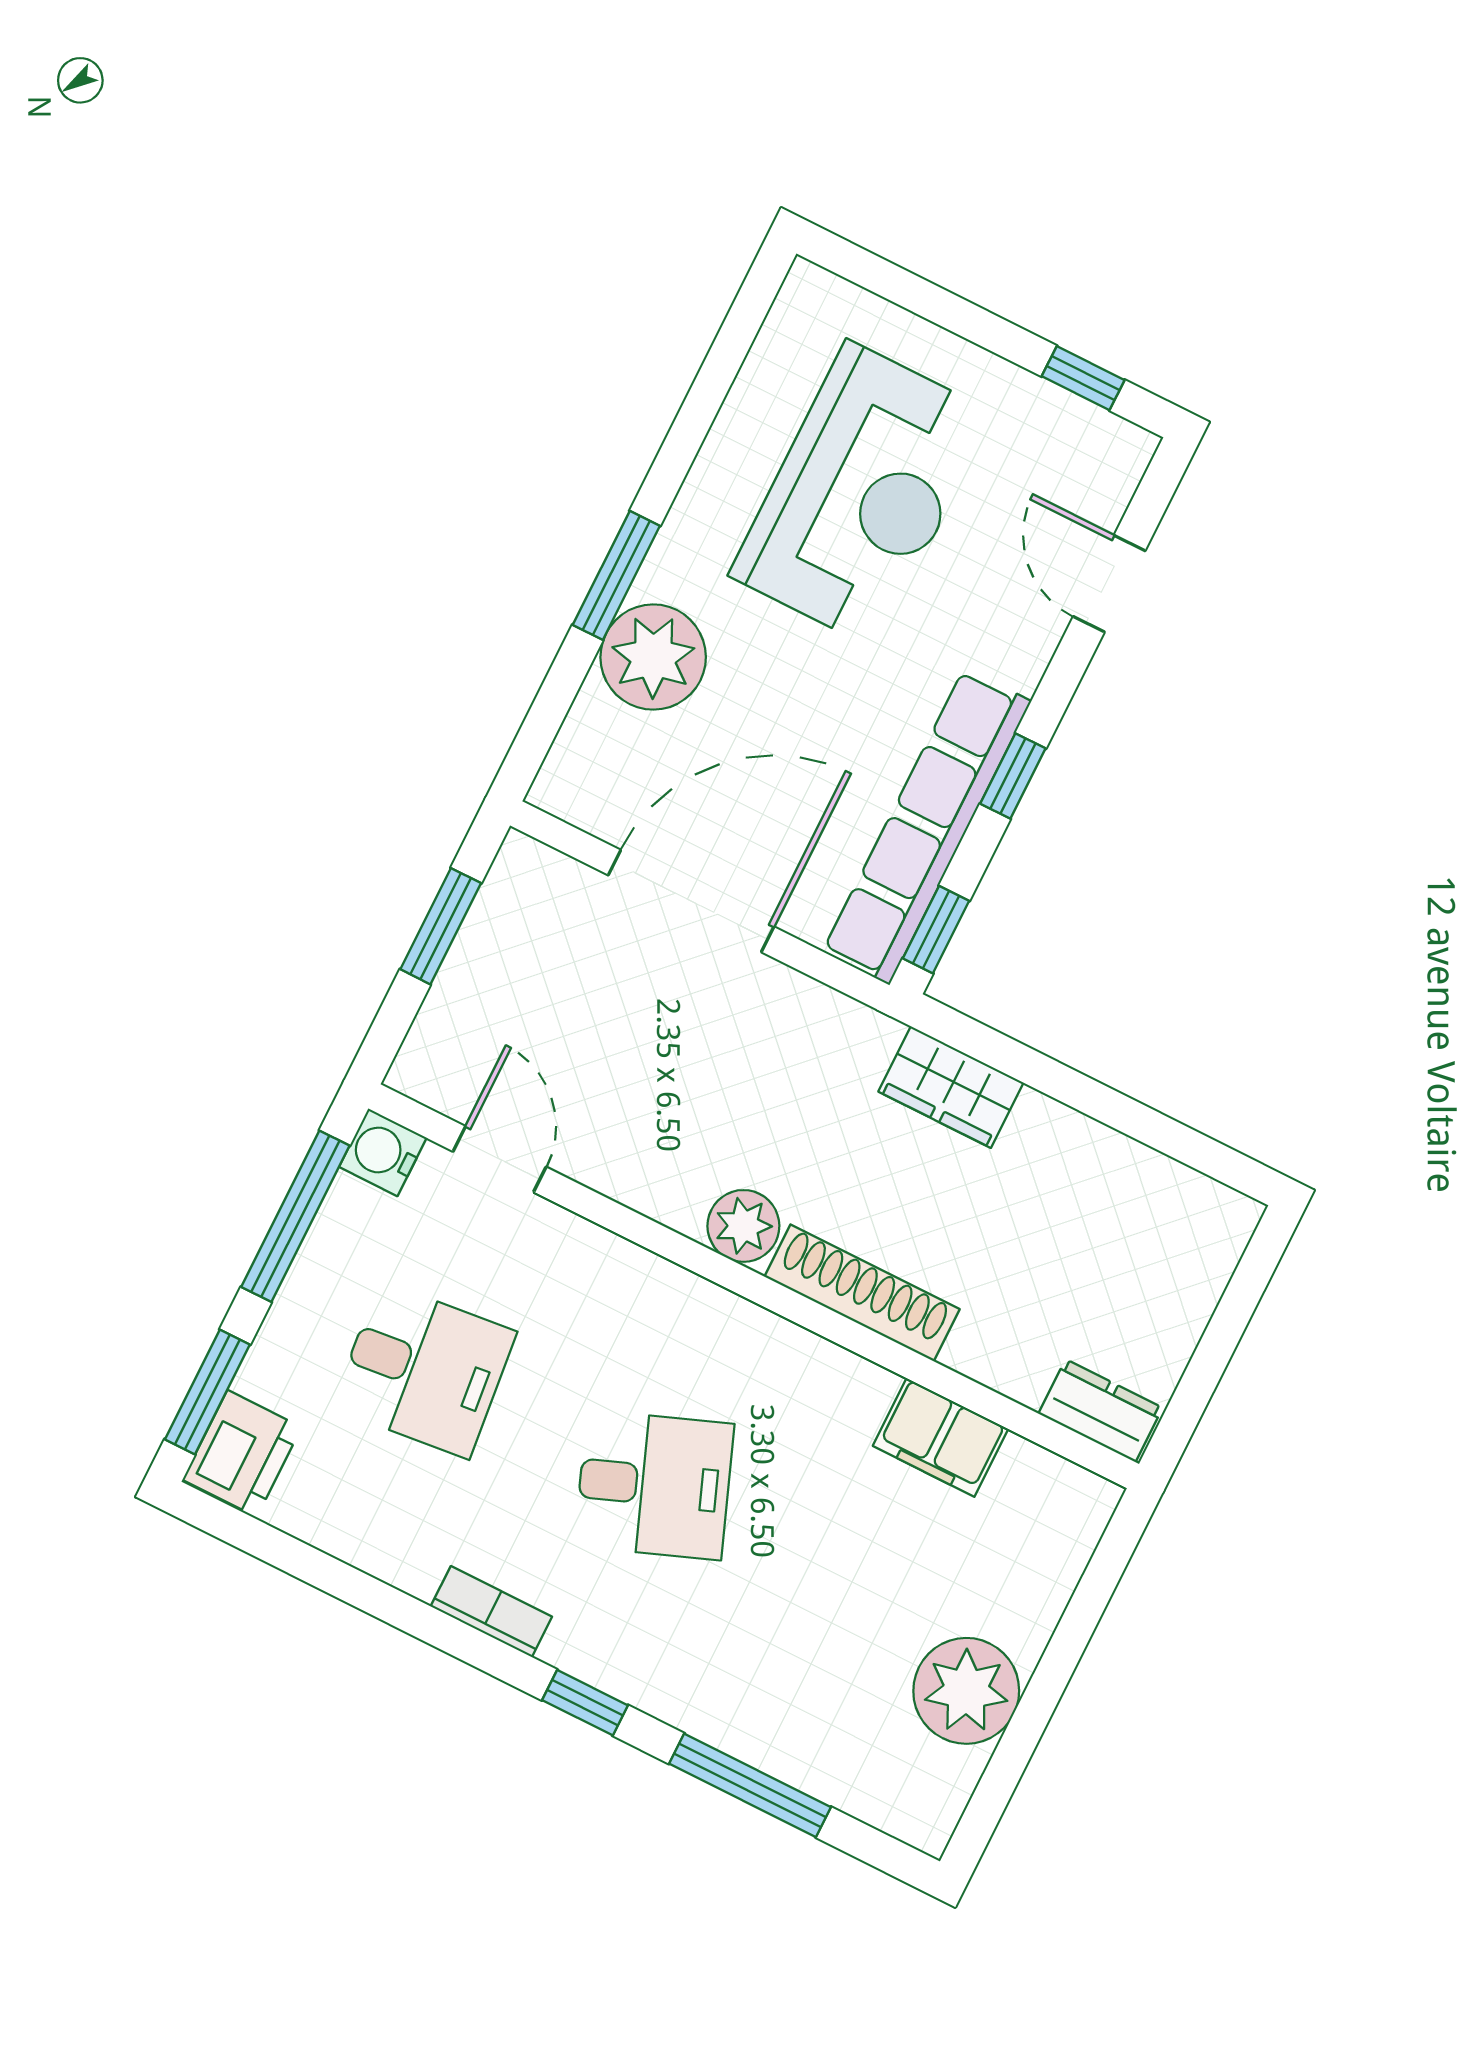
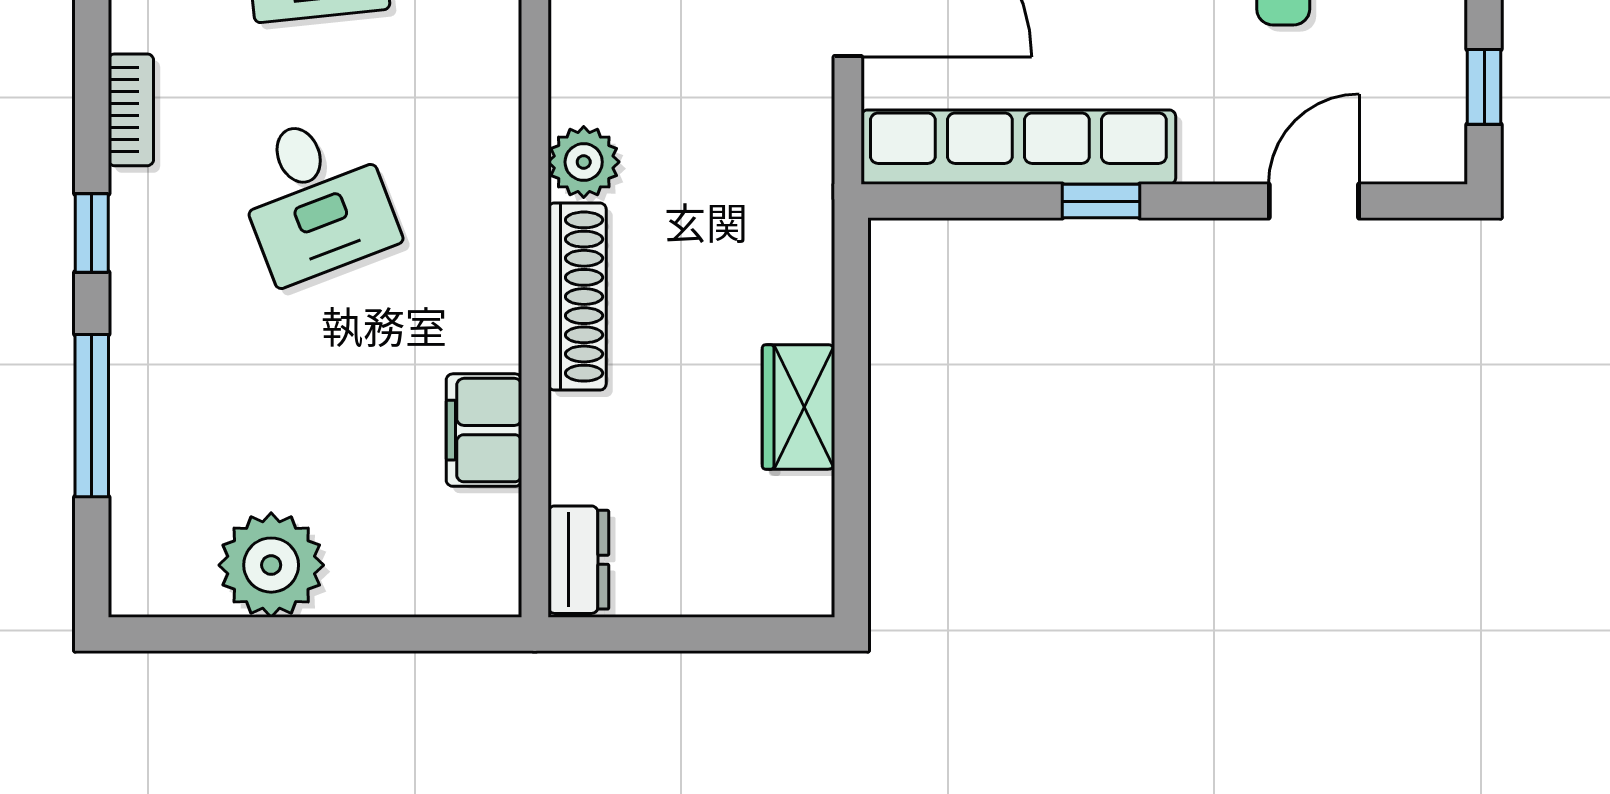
window: (936, 930) -> (931, 201), removed
wardrobe: (951, 1087) -> (798, 407), moved

